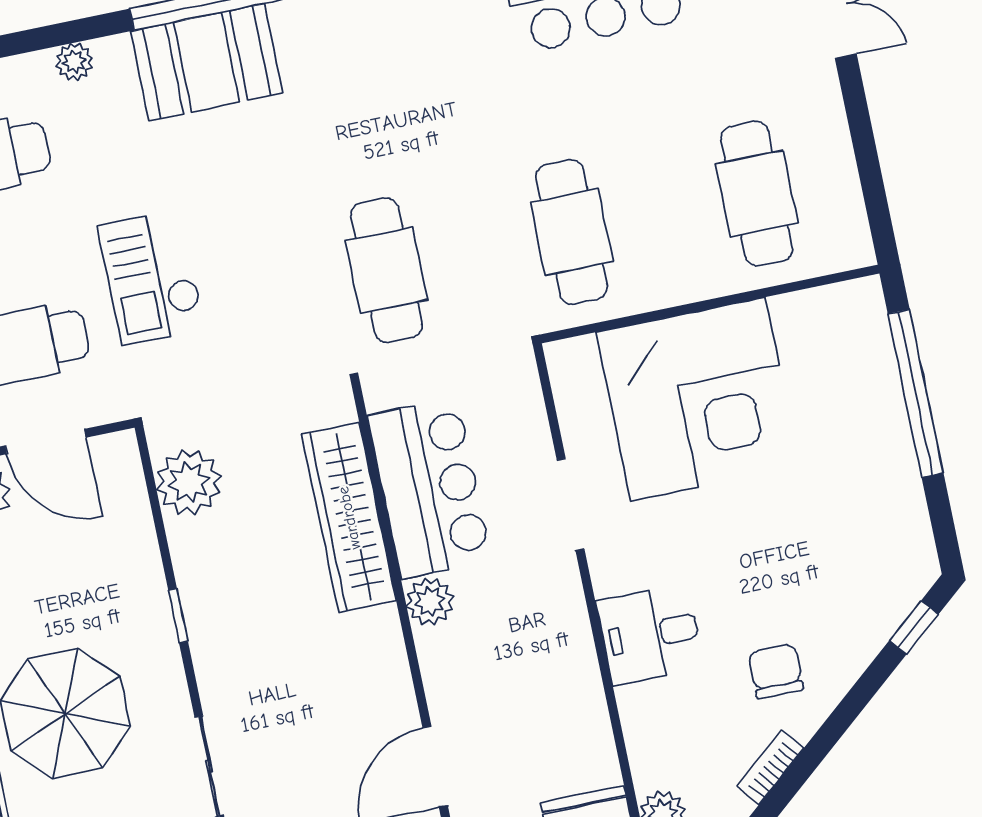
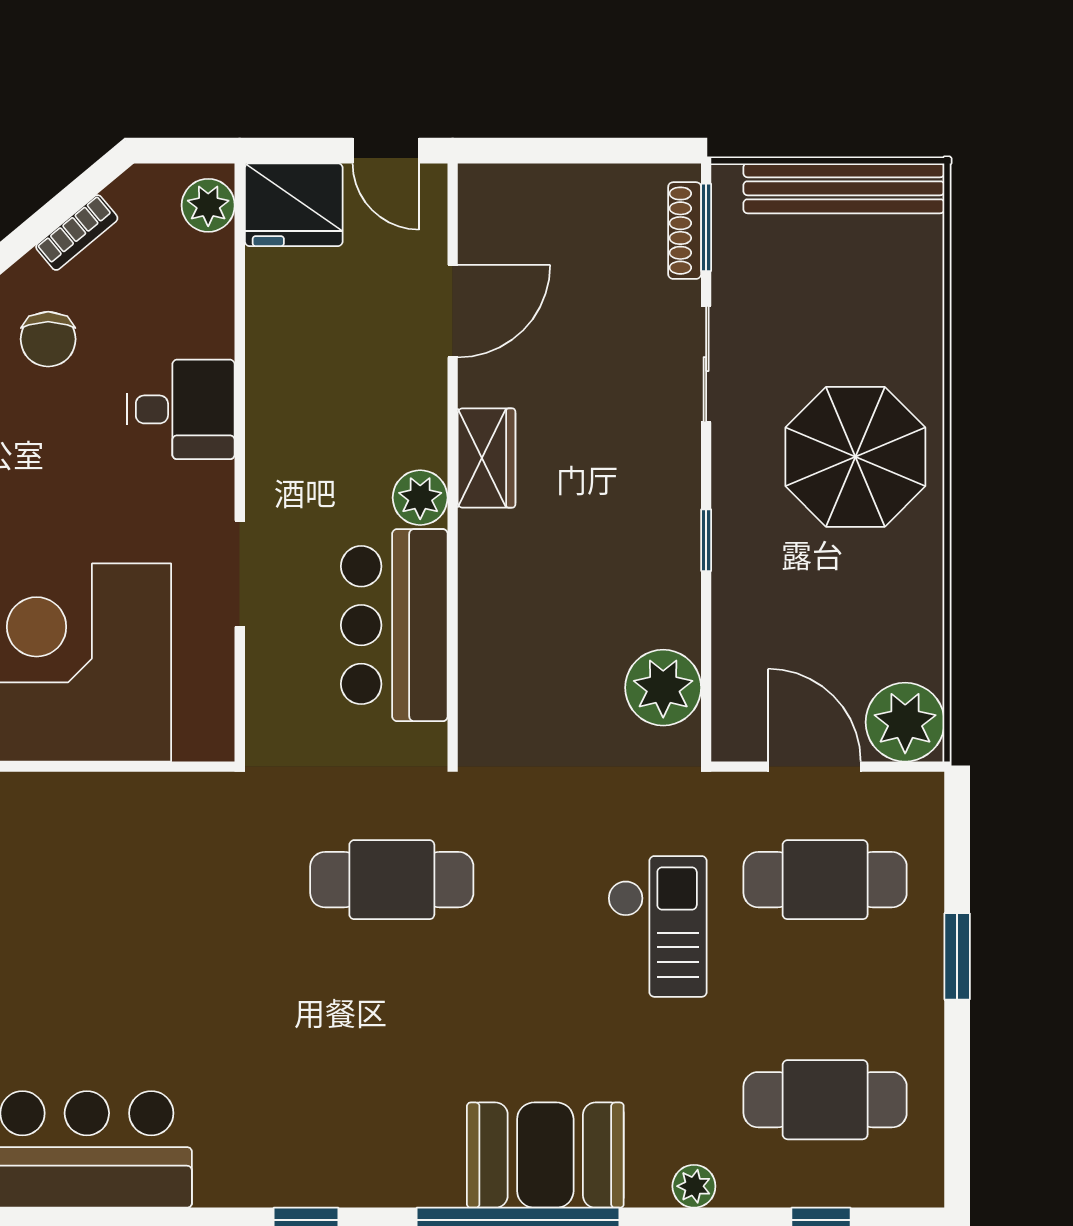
cafe table: (572, 232) -> (175, 880), removed
cafe table: (387, 270) -> (392, 880), turned 90
wardrobe: (349, 518) -> (486, 458), moved, width x0.48, depth x0.85

